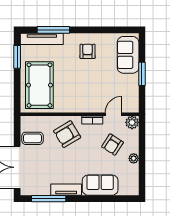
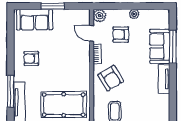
armchair: (113, 145) -> (121, 34), turned 147
window: (49, 199) -> (173, 47), moved

